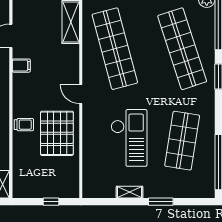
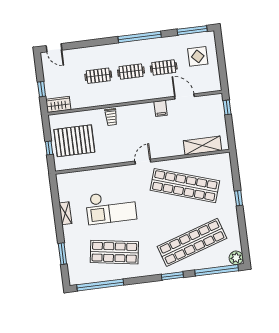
shop shelf: (115, 49) -> (185, 186), turned 33
pallet: (57, 133) -> (74, 141), moved
window: (161, 202) -> (62, 254), moved

